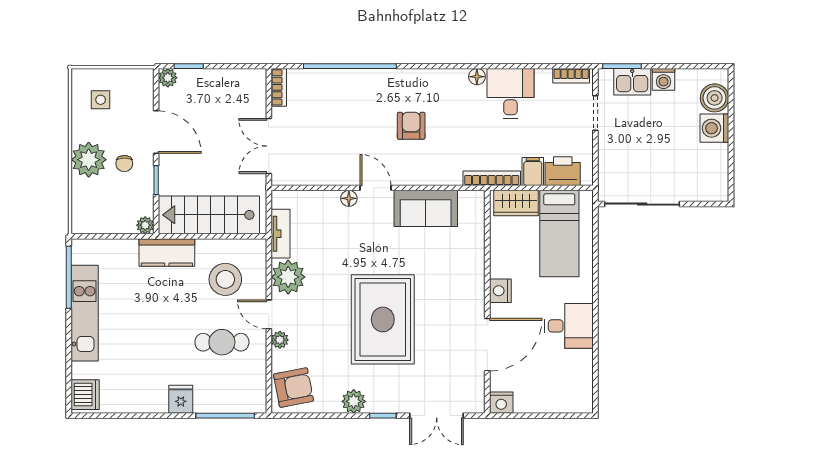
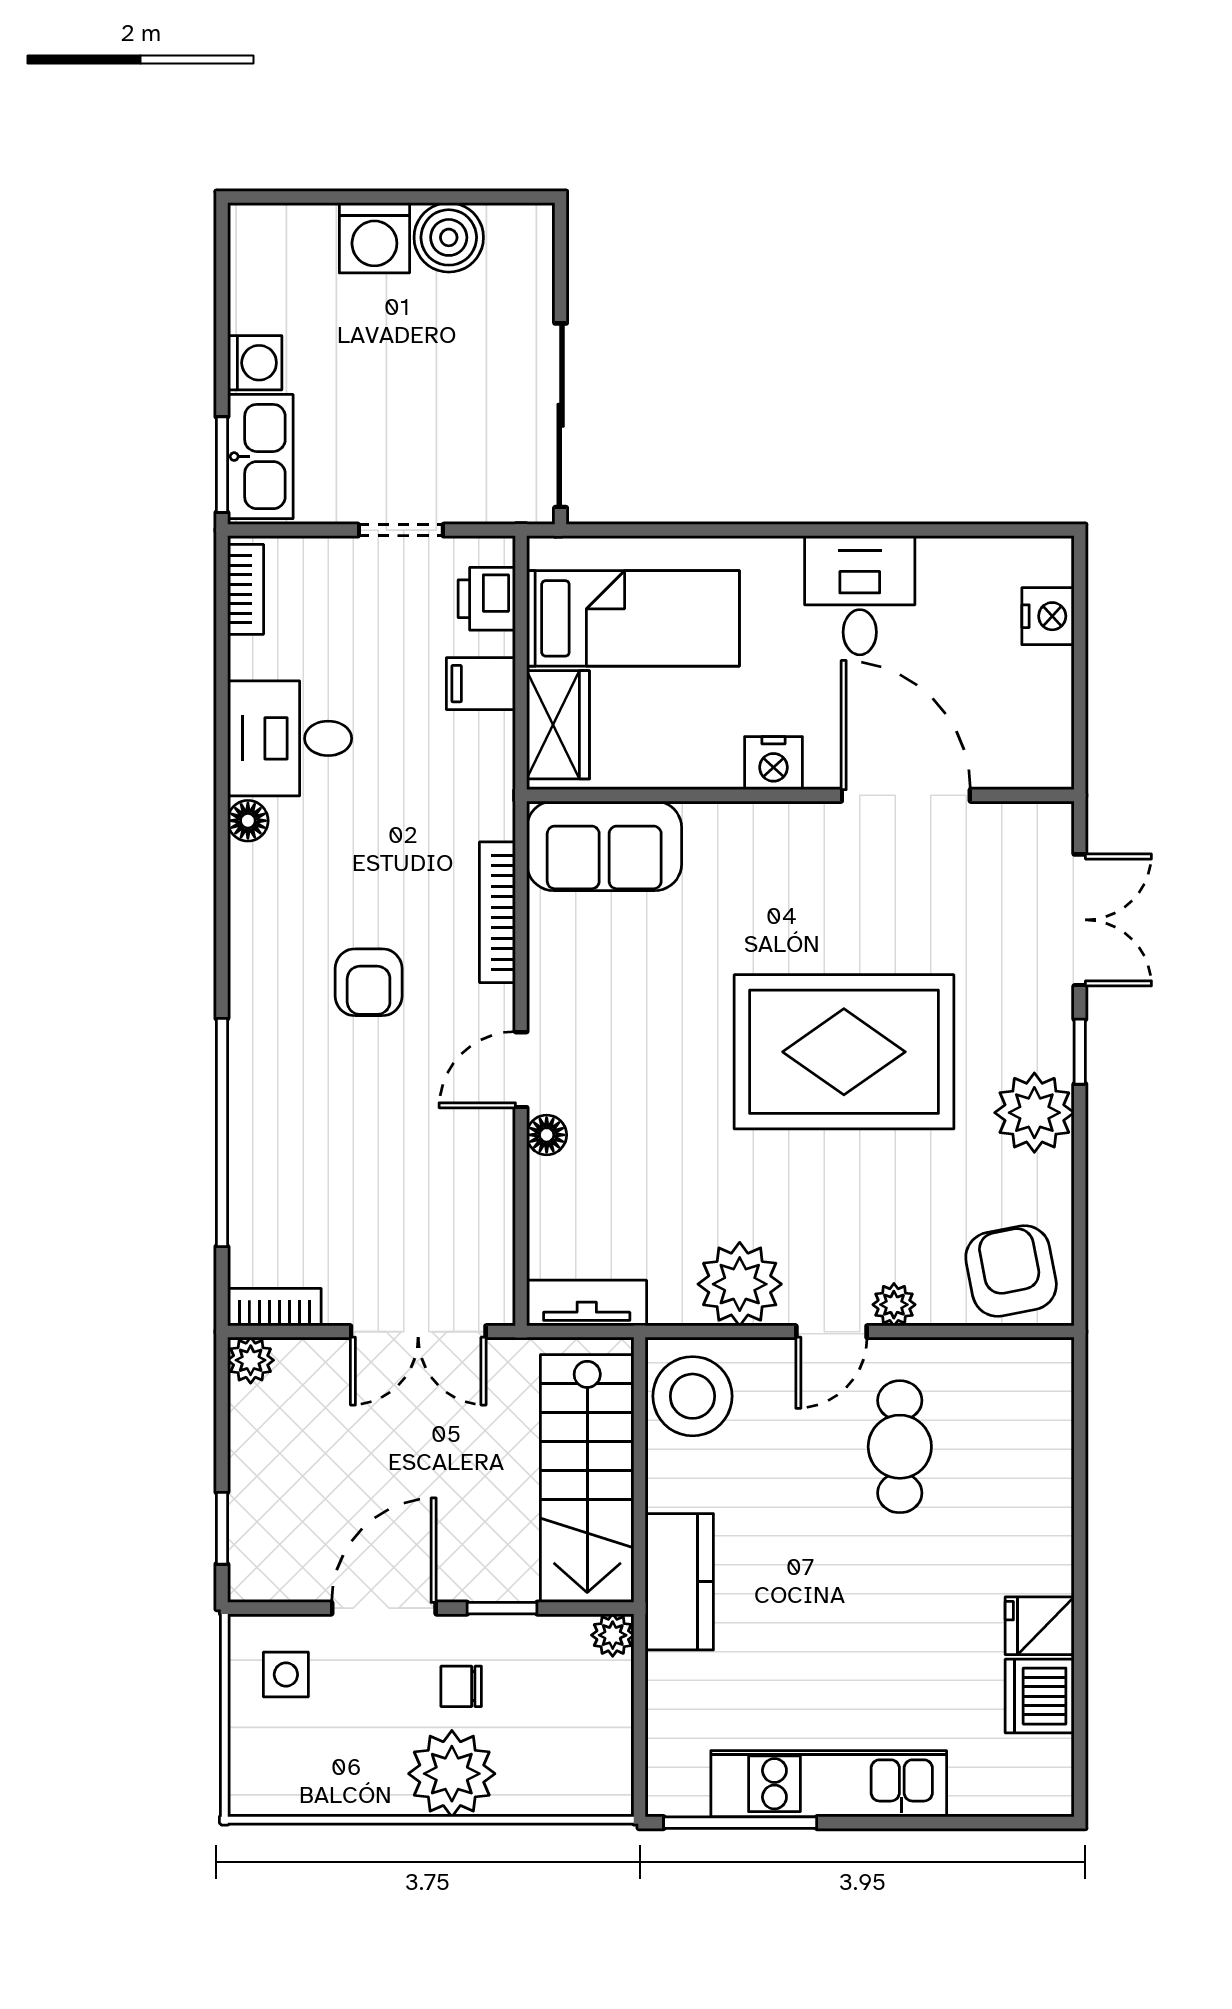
plant: (168, 78) -> (251, 1360), moved
kitchen sink: (632, 82) -> (260, 457), width x1.38
boiler: (715, 98) -> (449, 237), moved
side table: (101, 100) -> (286, 1675), moved
doorway: (595, 113) -> (401, 530), moved
armchair: (411, 126) -> (369, 982), turned -90
chair: (124, 164) -> (461, 1686), turned 180
printer: (563, 171) -> (487, 599), width x0.73, depth x0.81
bookcase: (492, 178) -> (497, 912), moved
sofa: (426, 208) -> (604, 846), moved, turned 90
tv unit: (280, 234) -> (587, 1303), moved
stool: (225, 279) -> (693, 1396), moved
dishwasher: (85, 395) -> (1040, 1696), moved, turned -90
fridge: (181, 399) -> (1040, 1626), moved
plant: (354, 401) -> (1034, 1113), width x1.36, depth x1.36
nightstand: (501, 403) -> (1048, 616), moved
window: (225, 416) -> (1080, 1439), removed

